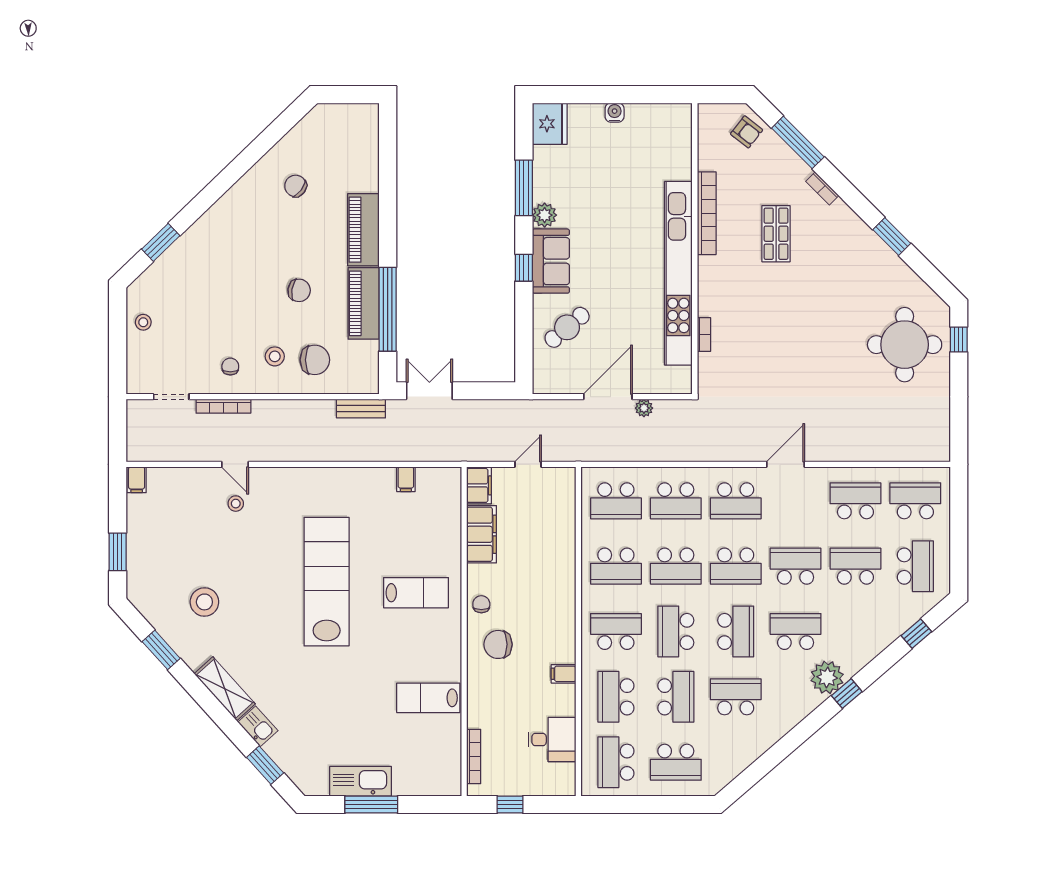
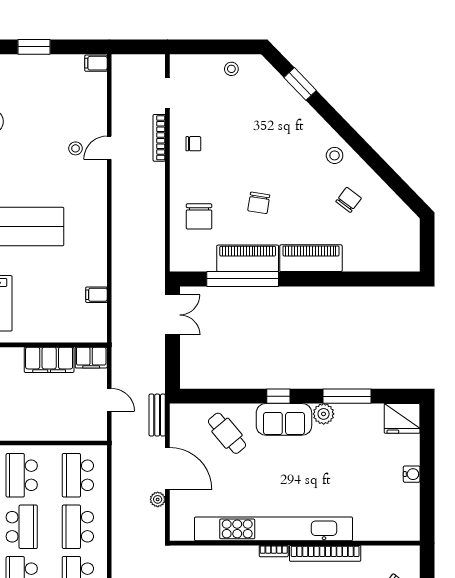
bookcase: (704, 334) -> (274, 551), moved
stool: (275, 356) -> (335, 155), moved
bench: (361, 409) -> (157, 415), moved
school desk: (676, 566) -> (22, 527), turned 180

